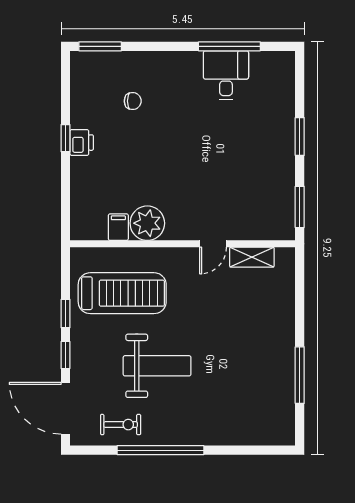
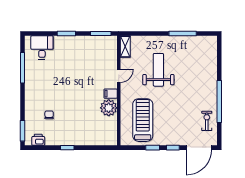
desk: (226, 75) -> (42, 48), moved, turned 90
printer: (82, 143) -> (38, 140), moved
filing cabinet: (118, 227) -> (111, 94), moved
door: (213, 244) -> (119, 76), hinge flipped
shelving: (252, 257) -> (125, 47), moved
weight bench: (157, 366) -> (158, 70), moved

